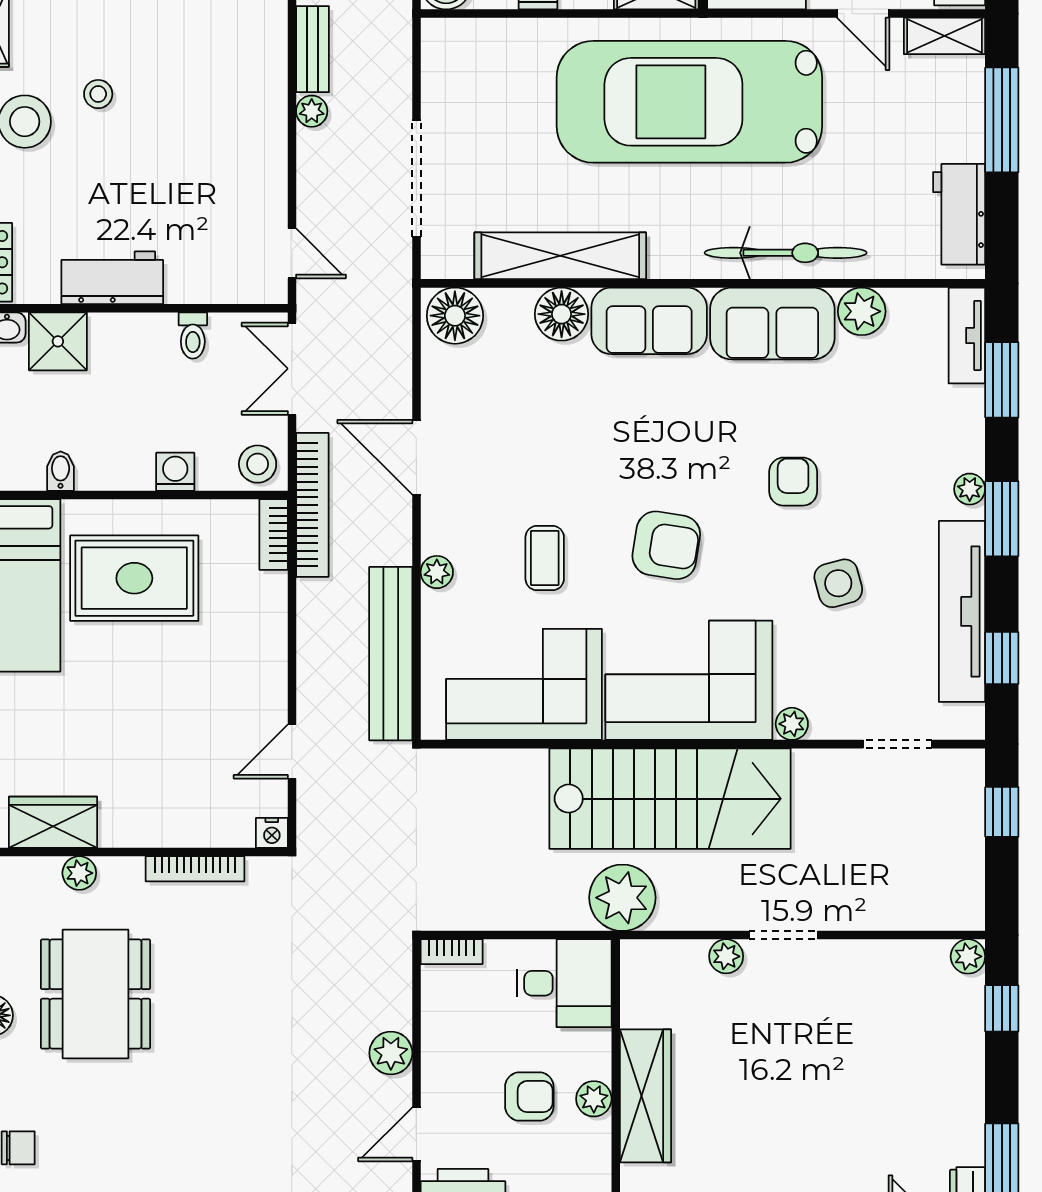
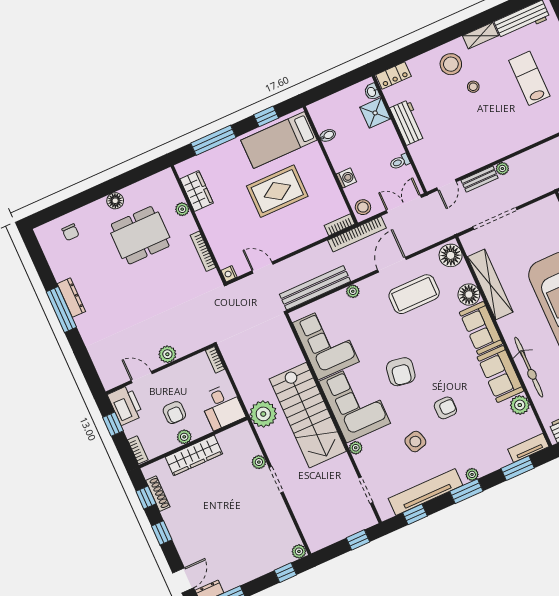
bench: (313, 49) -> (480, 179), moved
coffee table: (545, 558) -> (414, 294), moved, width x1.86, depth x1.72
rug: (134, 578) -> (277, 191), moved, turned 90

